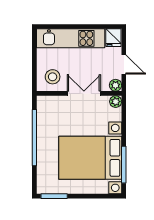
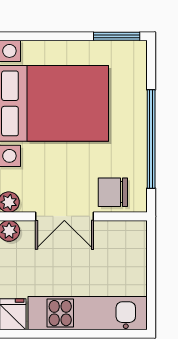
stool: (53, 77) -> (119, 246), removed
chair: (56, 107) -> (113, 192), added

